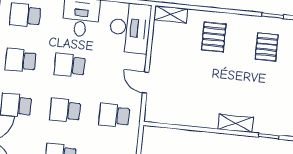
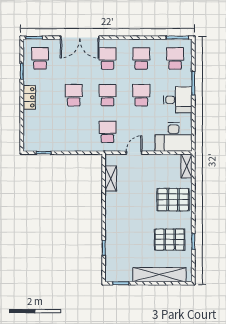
pallet: (214, 37) -> (173, 200), width x1.50, depth x1.42
pallet: (267, 47) -> (170, 240), width x1.50, depth x1.42
shelving: (236, 123) -> (111, 178), moved

